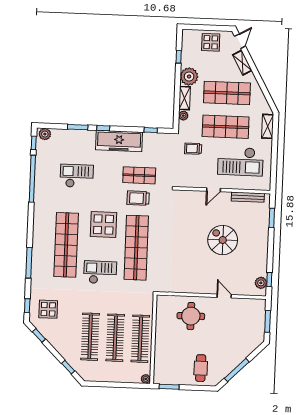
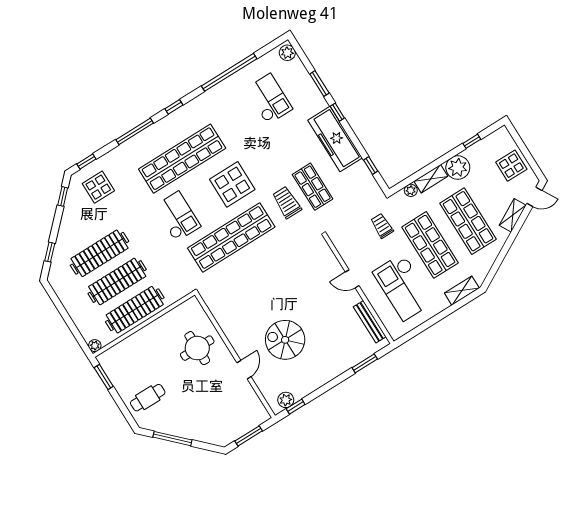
window: (34, 143) -> (174, 107), moved
checkout: (77, 176) -> (269, 99), moved
spiral stairs: (223, 240) -> (285, 340), moved, turned -90

